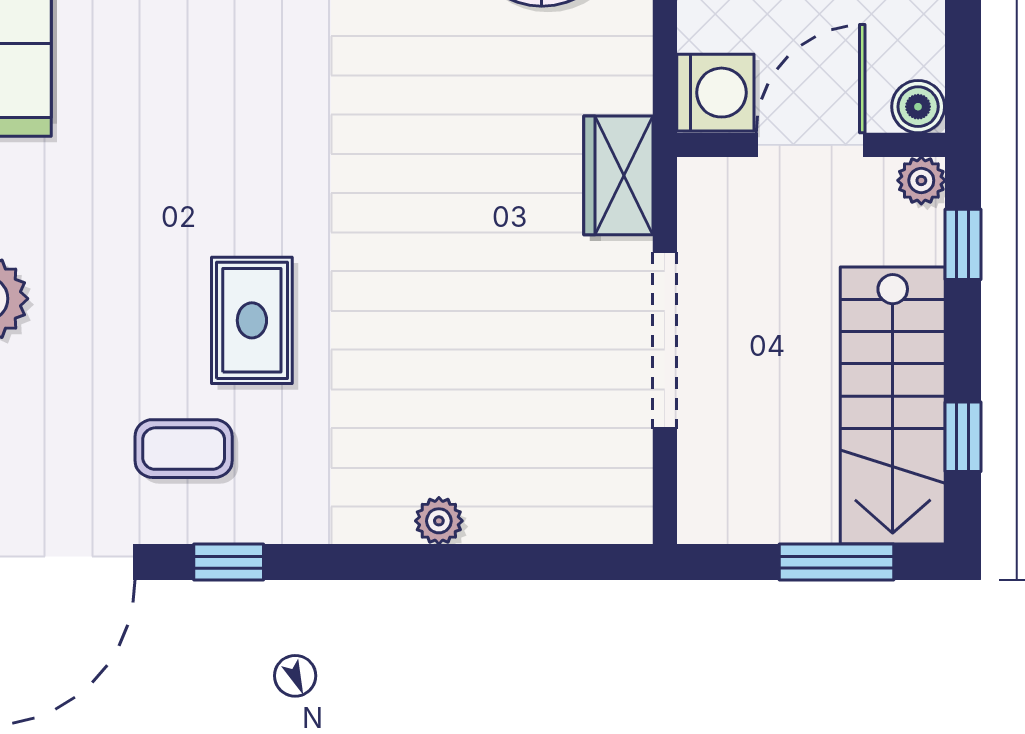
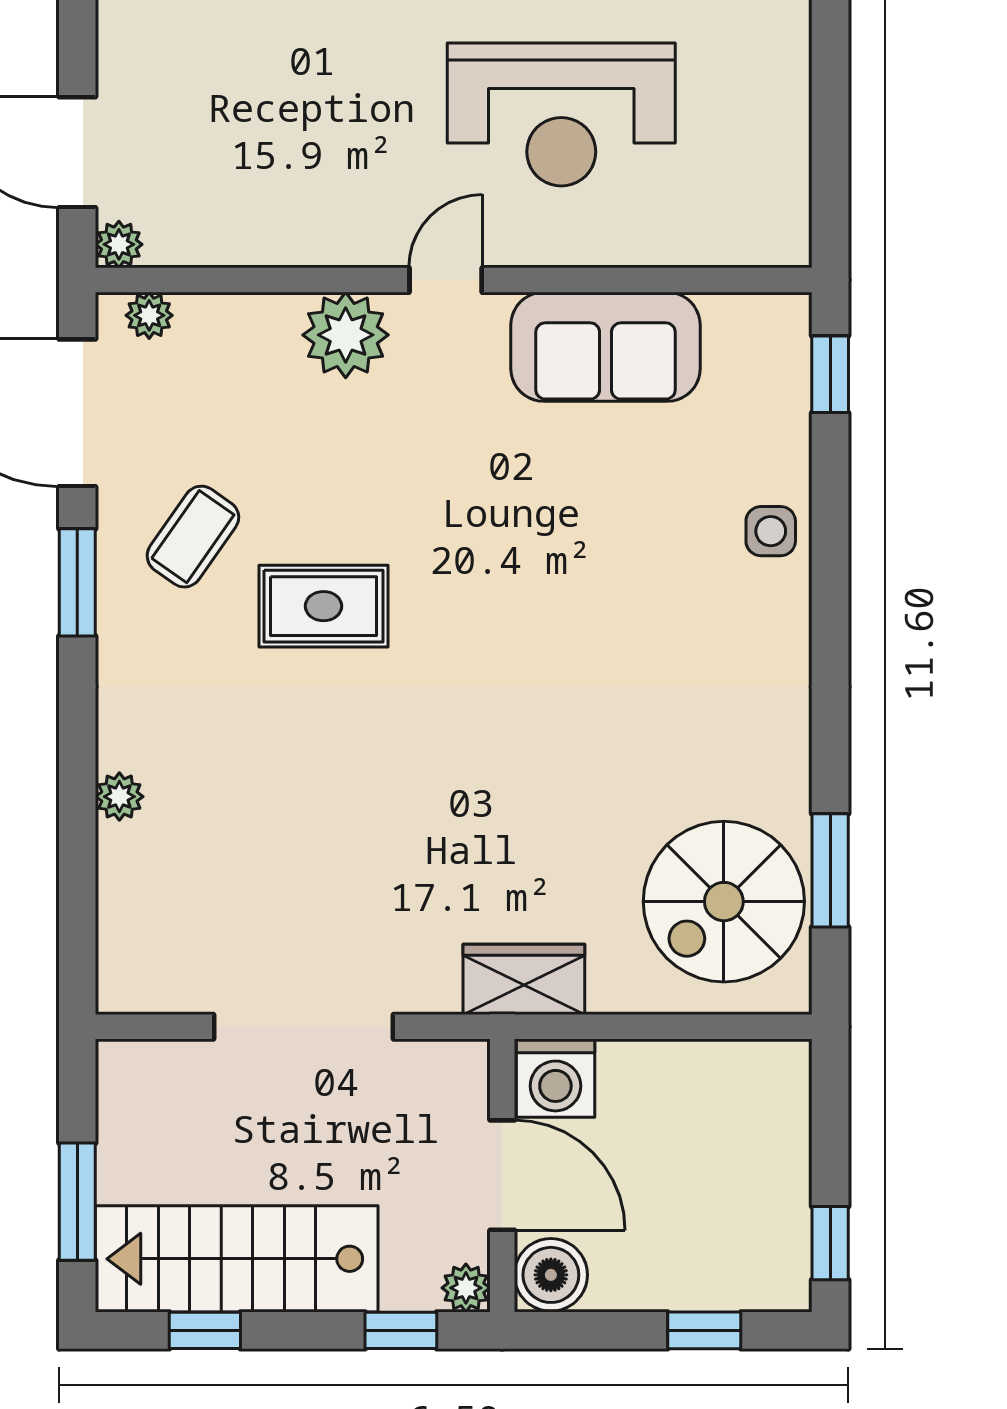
boiler: (918, 107) -> (551, 1275), width x1.36, depth x1.36
wardrobe: (618, 175) -> (524, 979), moved
coffee table: (184, 449) -> (193, 537), turned 35
window: (229, 562) -> (77, 582), width x1.50

